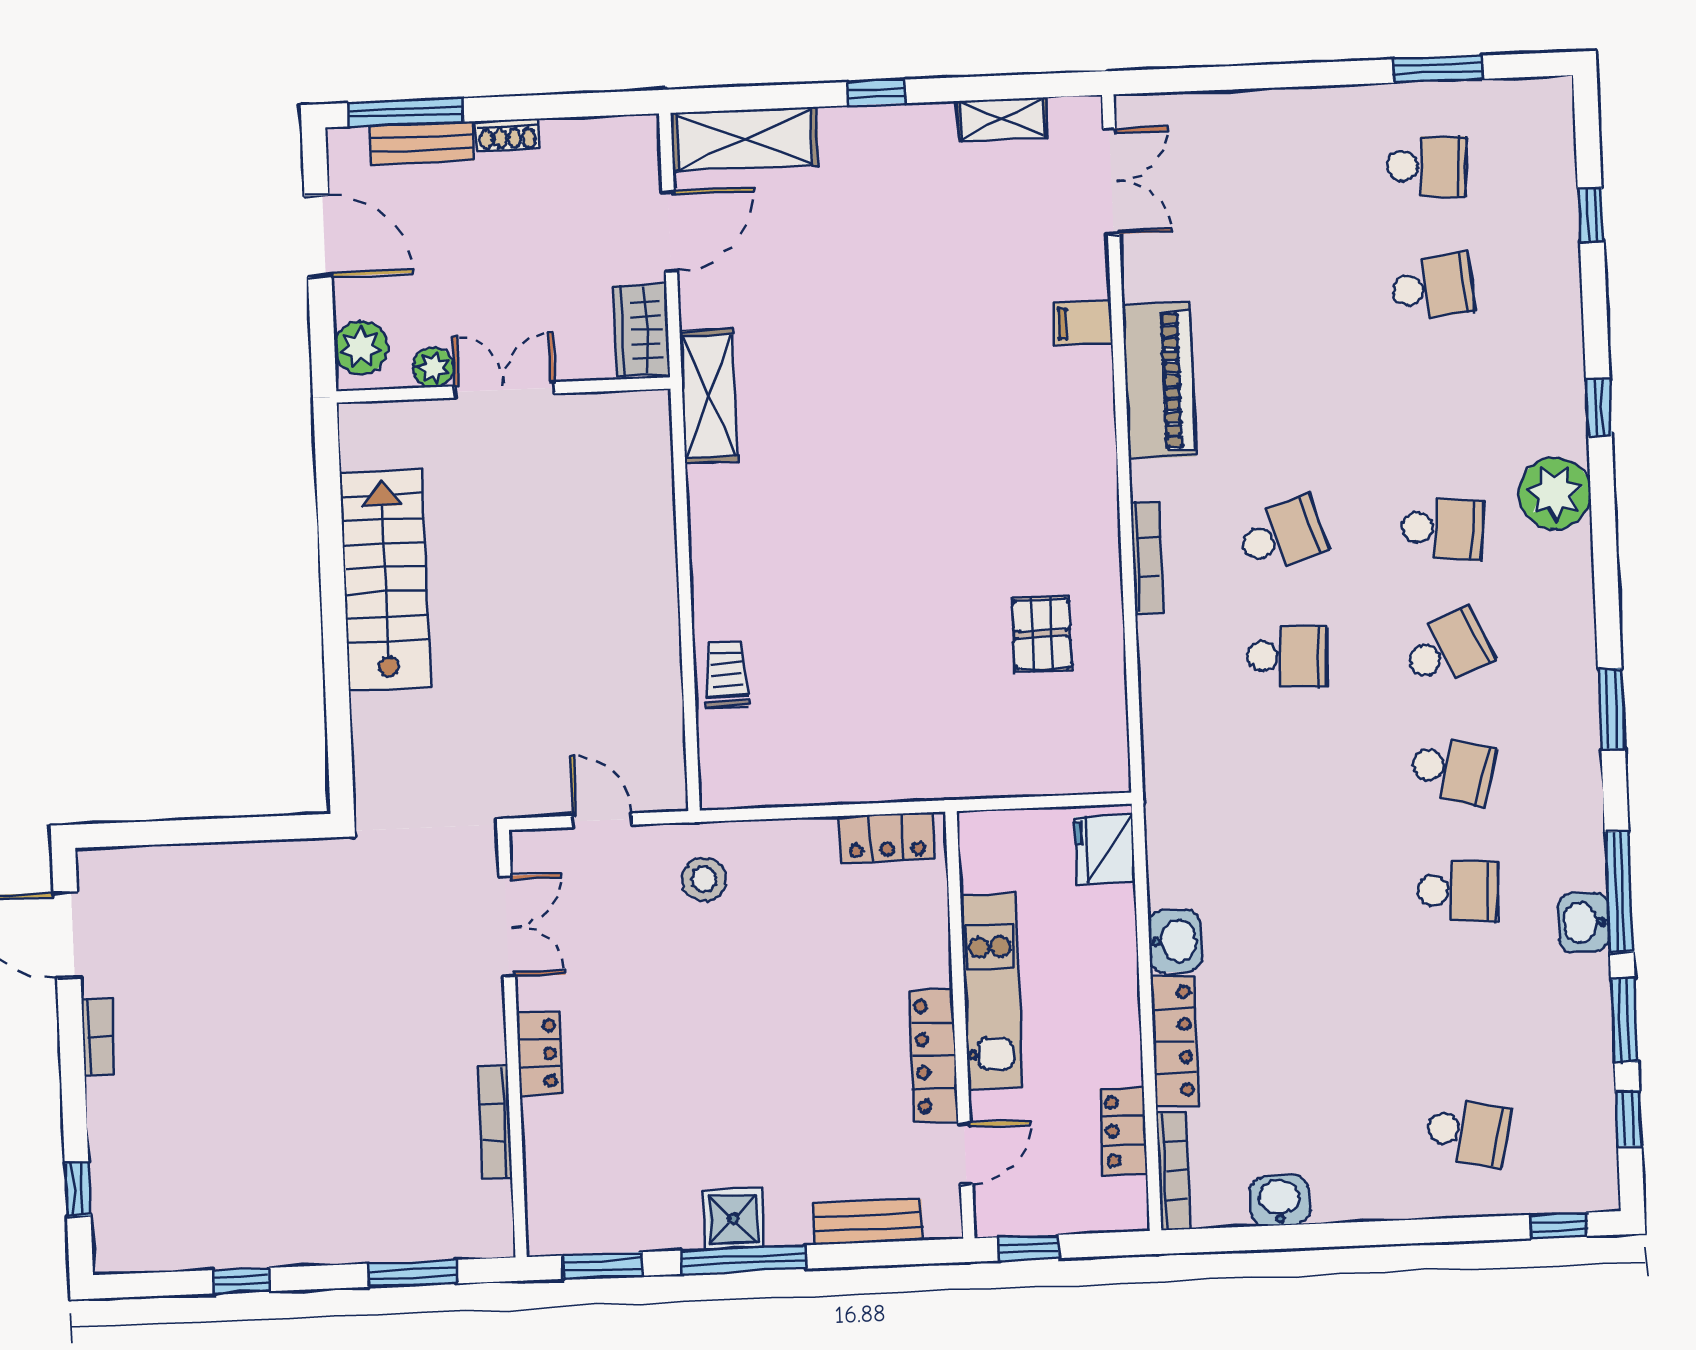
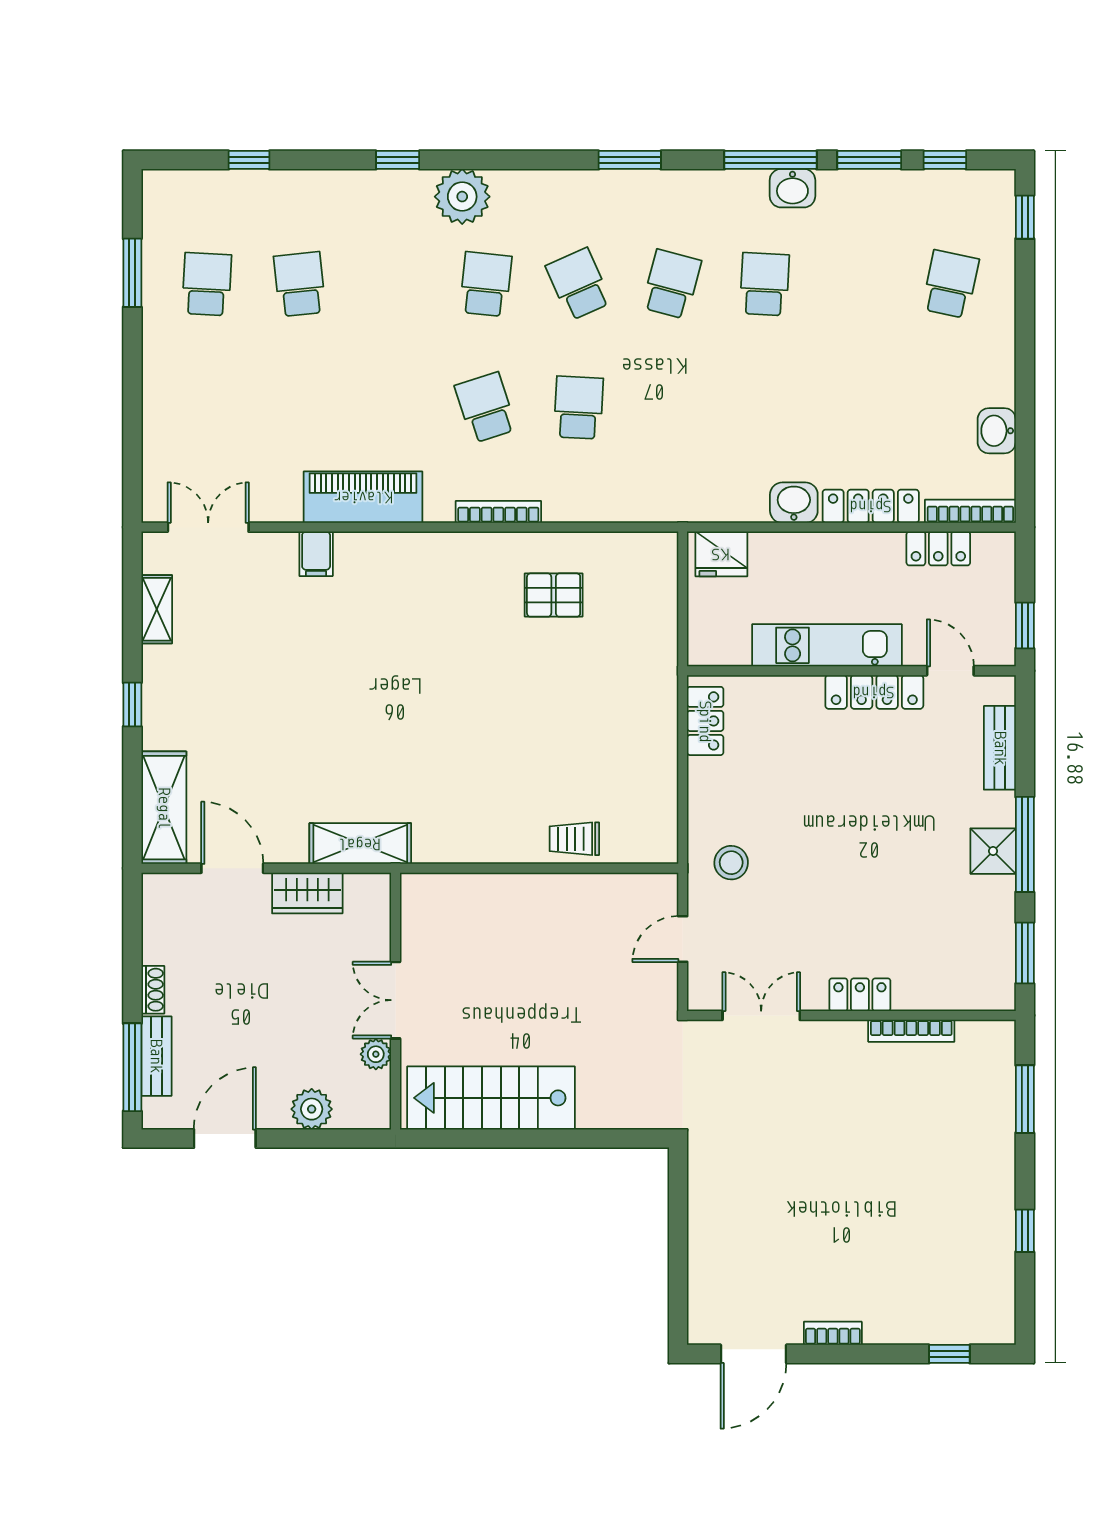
plant: (433, 367) -> (376, 1054), moved
wall: (503, 390) -> (395, 1001), moved
double door: (505, 390) -> (395, 1000), moved

